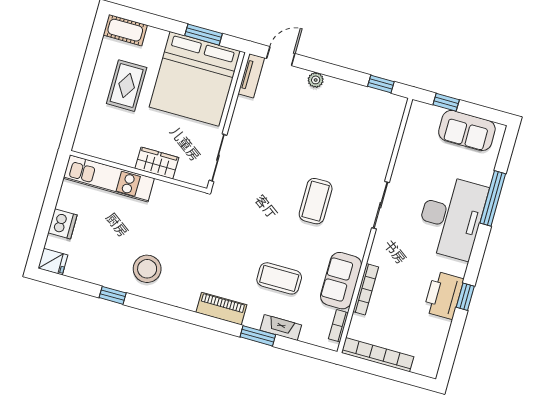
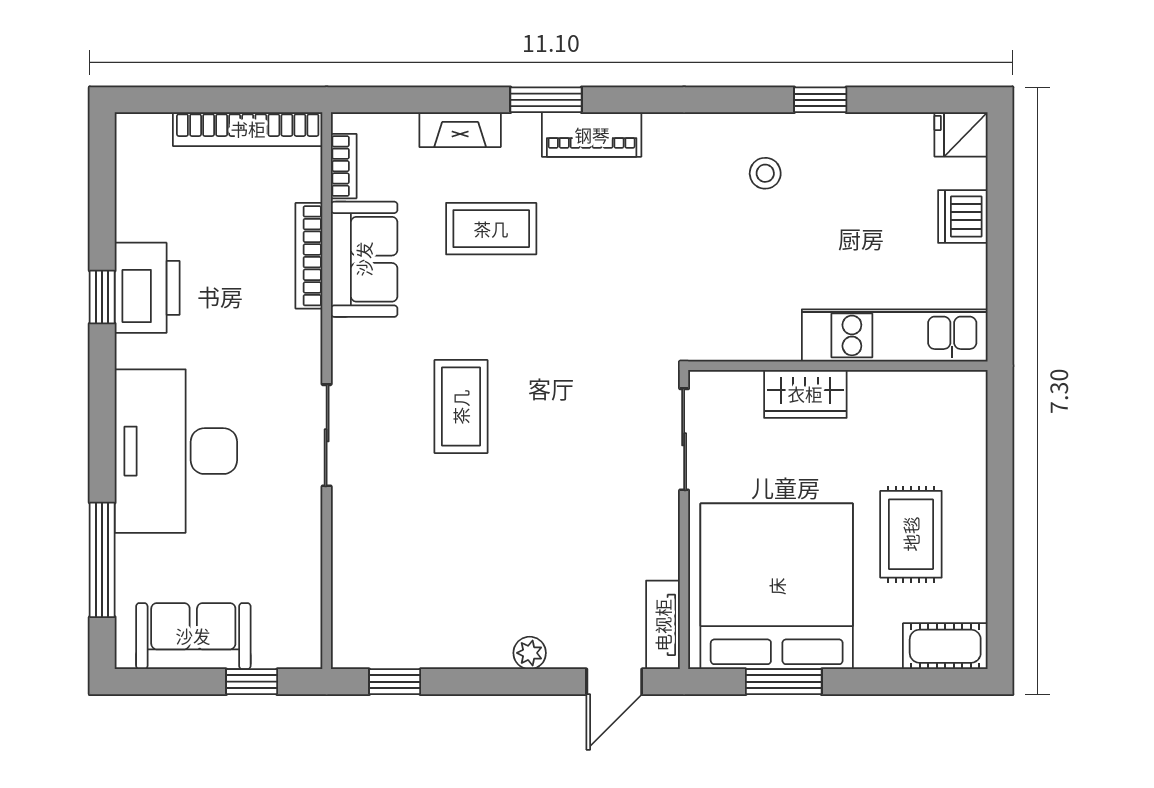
window: (493, 198) -> (102, 560), moved
stool: (147, 269) -> (765, 173), width x0.53, depth x0.53
window: (258, 336) -> (546, 100), moved

